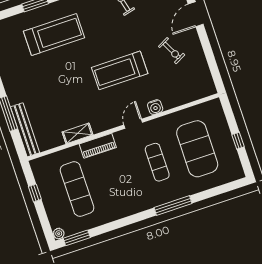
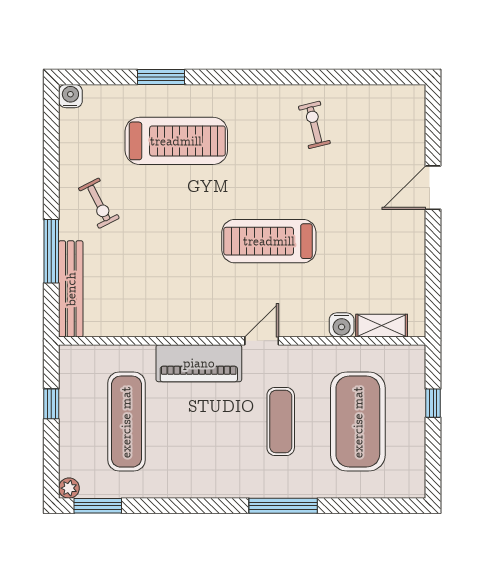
exercise bike: (172, 51) -> (99, 203), moved
water cooler: (155, 107) -> (342, 325), moved
shelving: (78, 133) -> (382, 326), moved
window: (238, 141) -> (433, 403), moved
piano: (98, 146) -> (199, 363), width x1.37, depth x1.33

